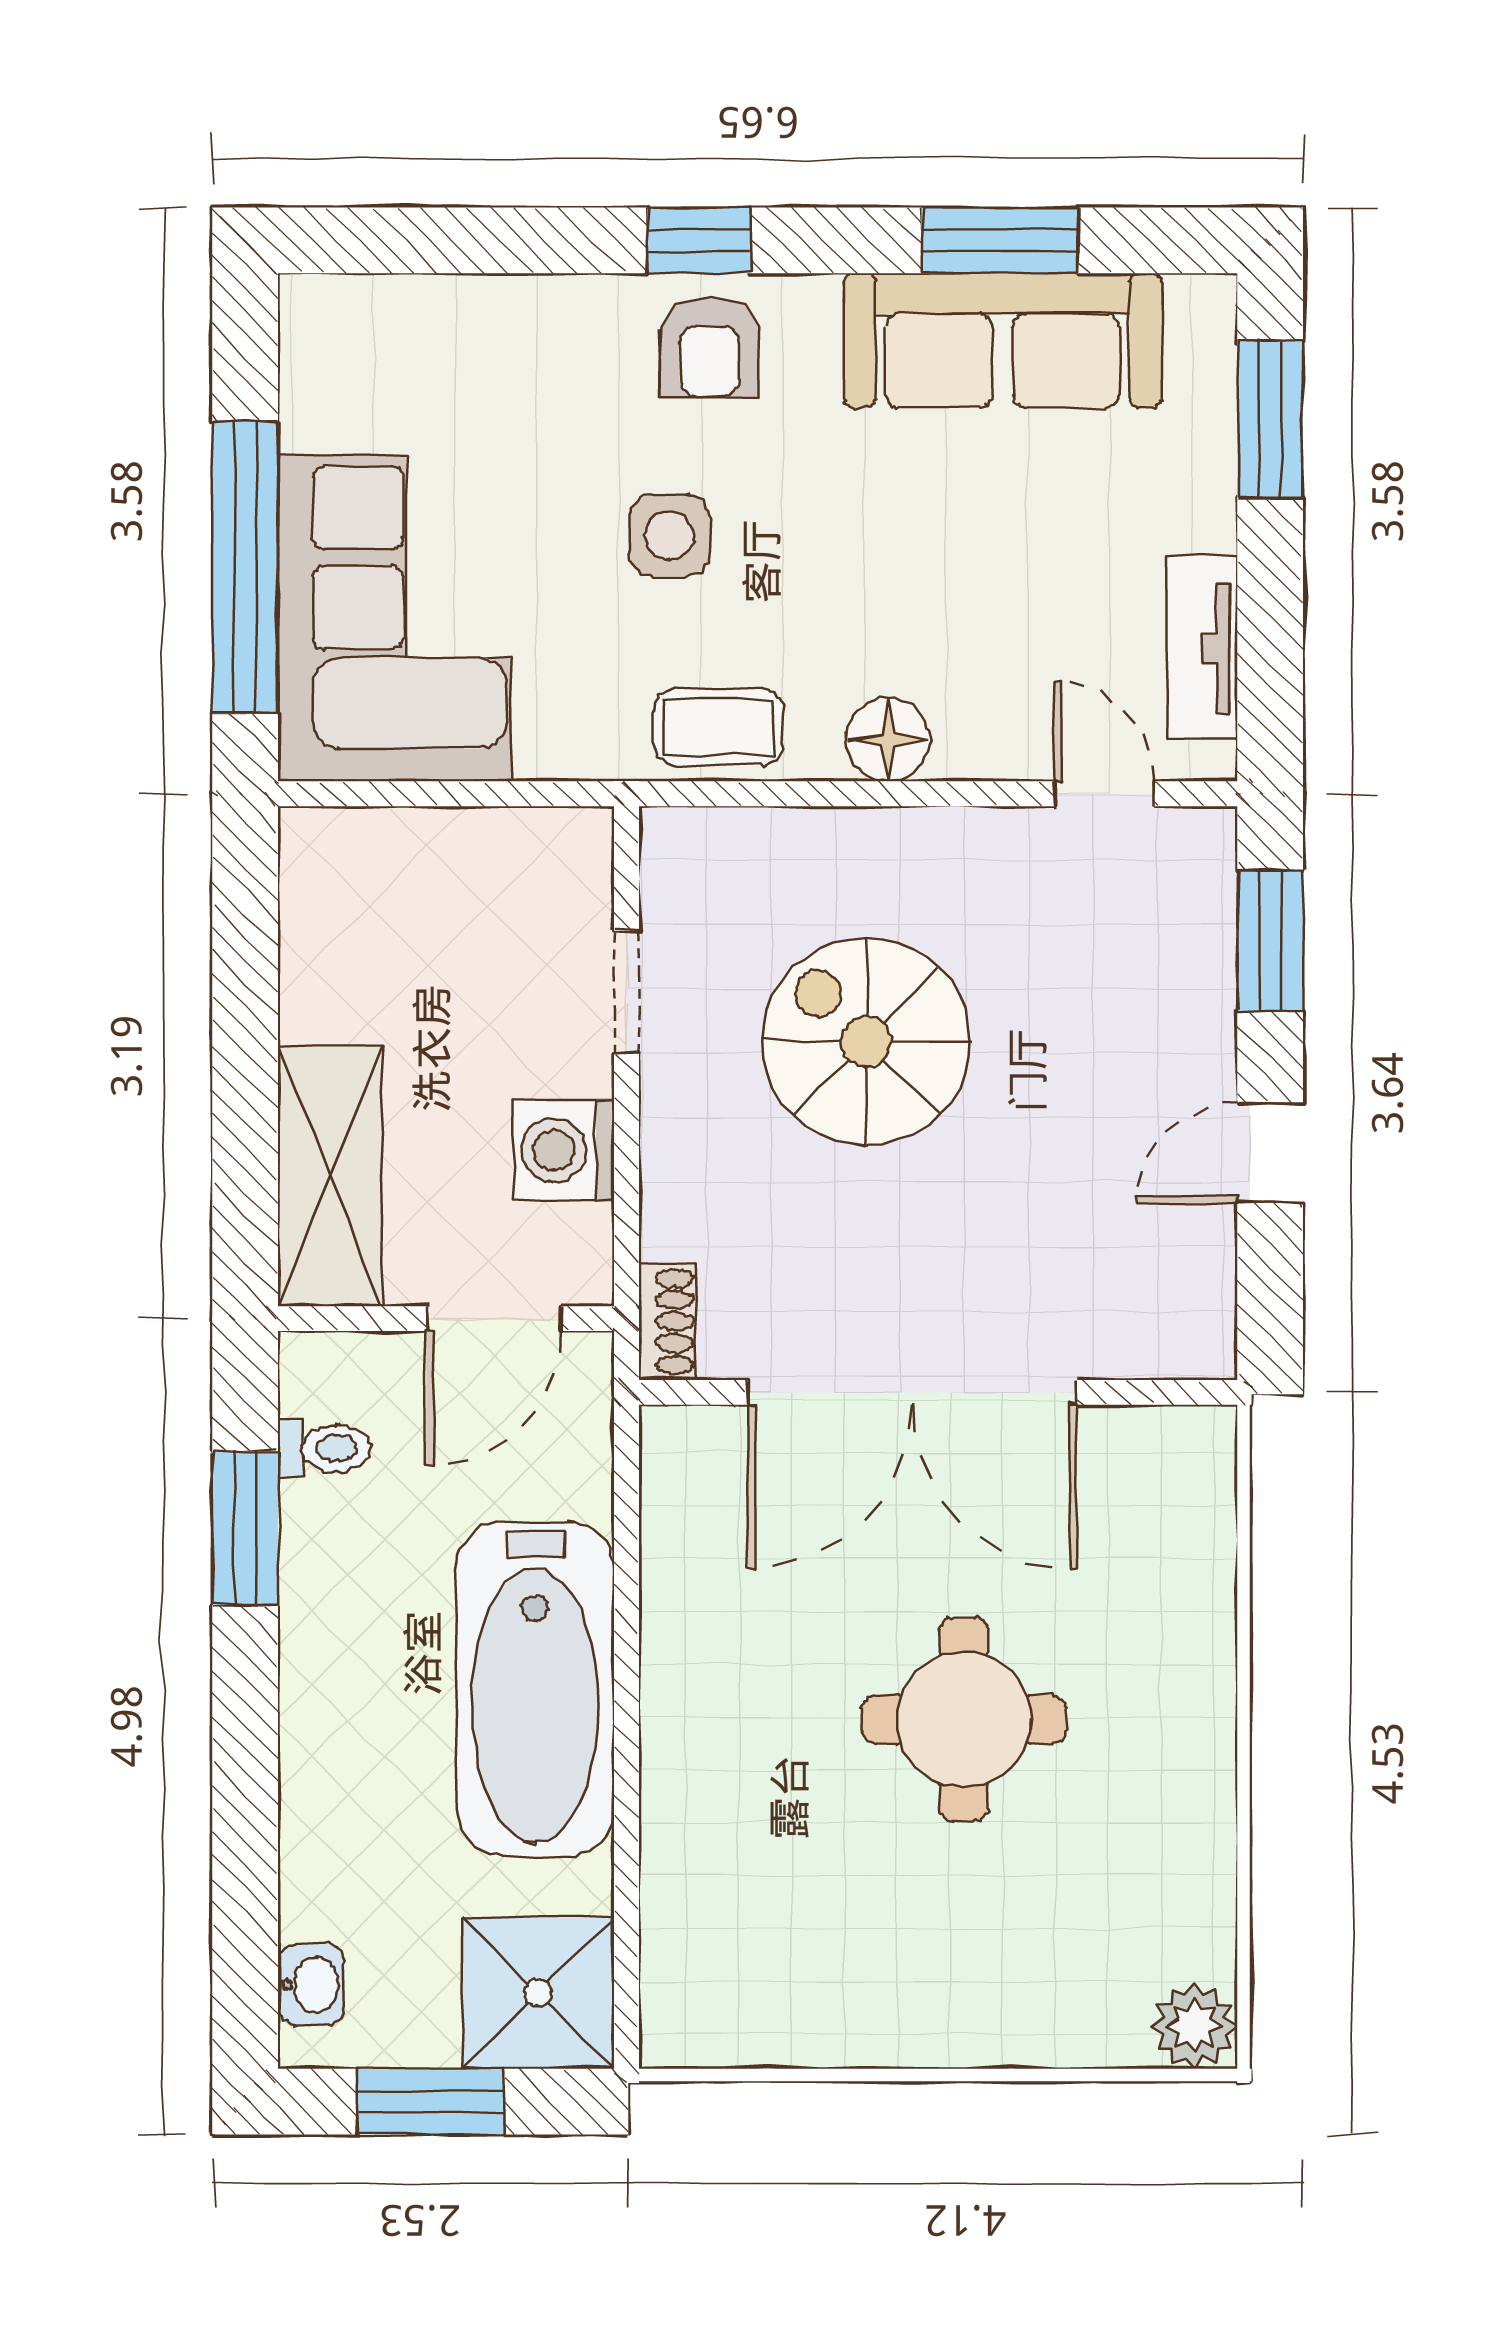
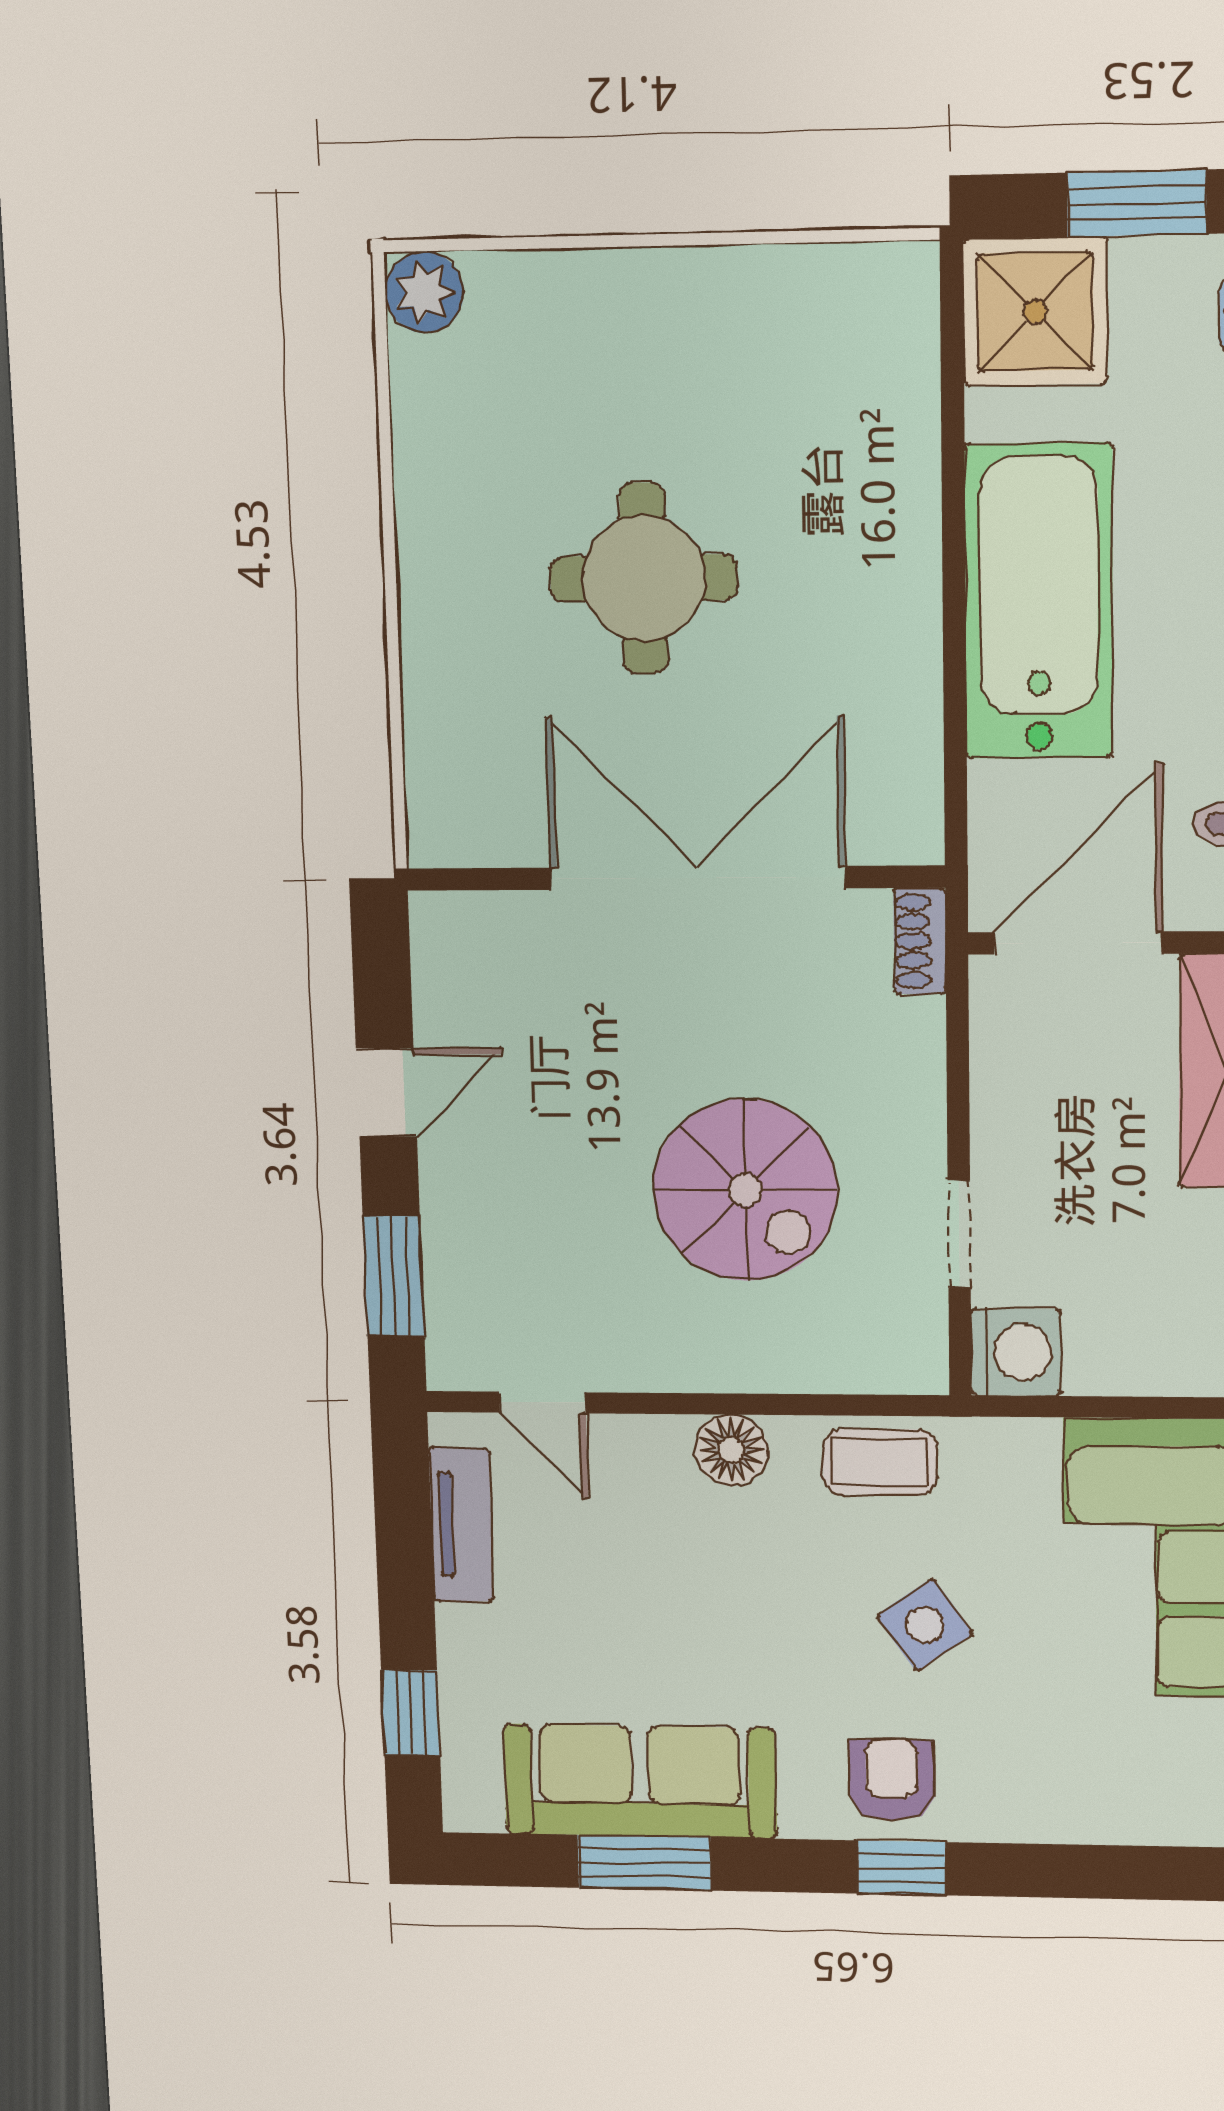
window: (1270, 420) -> (411, 1713), width x0.67
side table: (670, 535) -> (925, 1625), turned -35
washing machine: (564, 1150) -> (1016, 1352), moved
door: (494, 1319) -> (1078, 943), width x1.36

